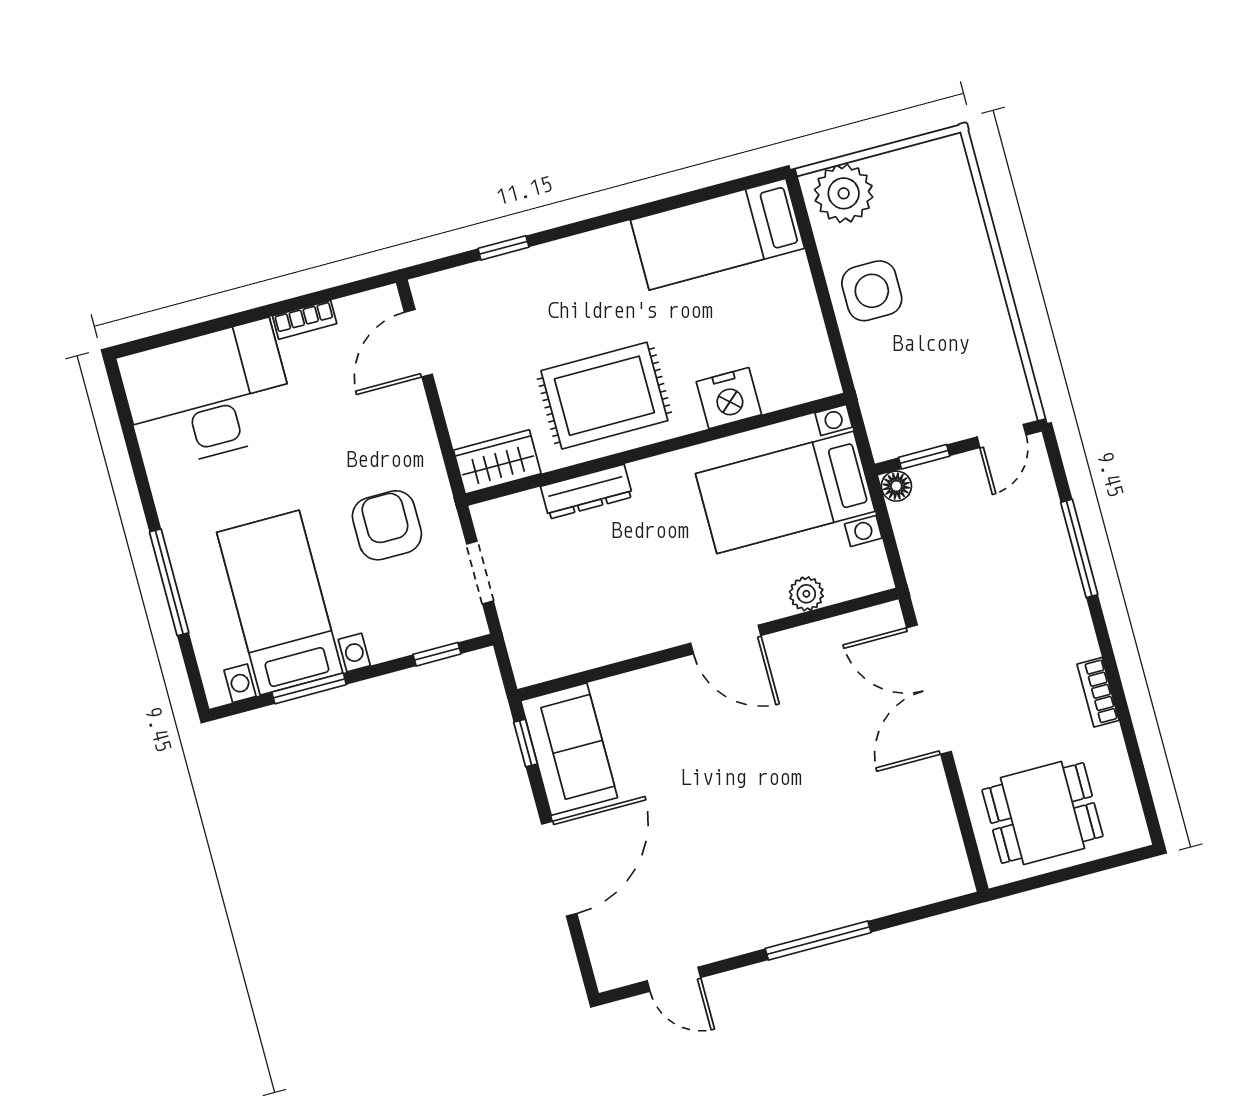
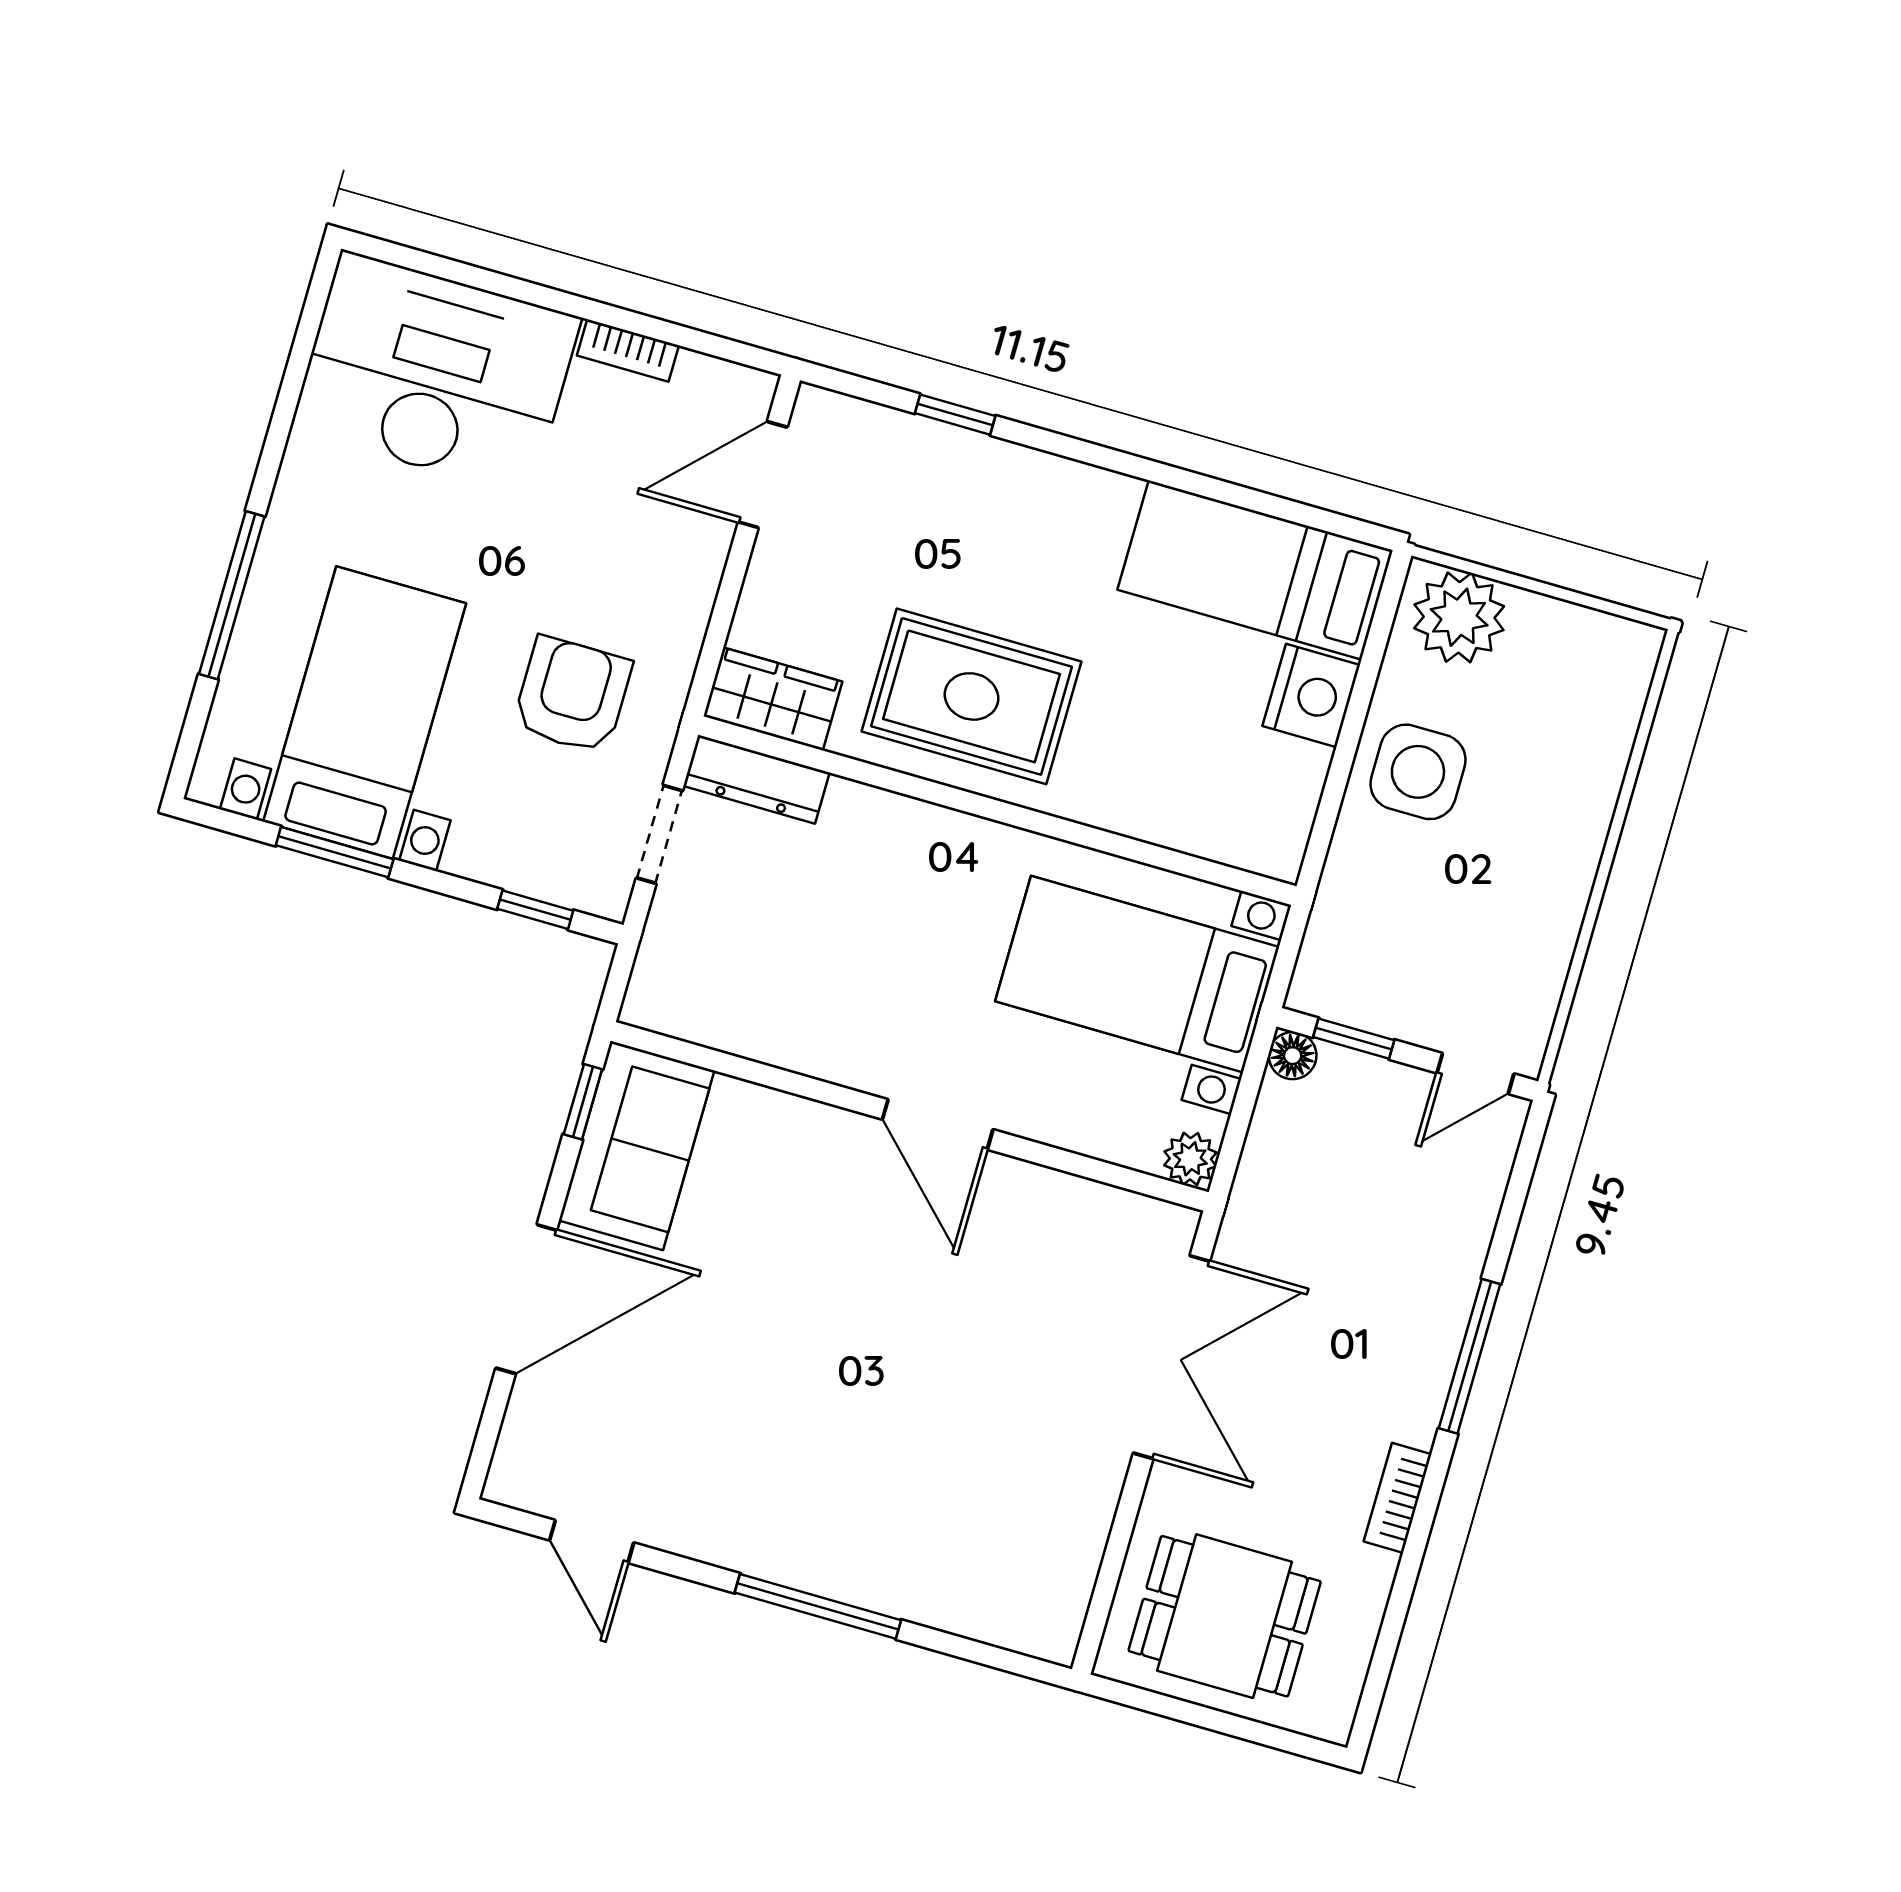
nightstand: (729, 398) -> (1311, 695), moved, turned -90
dresser: (587, 492) -> (756, 779), moved
window: (1079, 548) -> (1470, 1356), moved
plant: (806, 594) -> (1190, 1159), moved
double door: (929, 690) -> (1172, 1357), swing flipped

